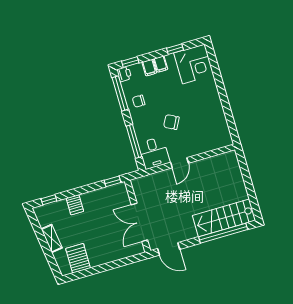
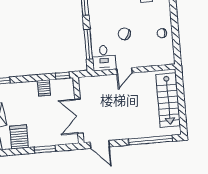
chair: (139, 101) -> (162, 33), moved
server rack: (75, 205) -> (44, 88), moved
stairs: (224, 218) -> (168, 100), moved, turned -90
window: (109, 266) -> (45, 149), added

